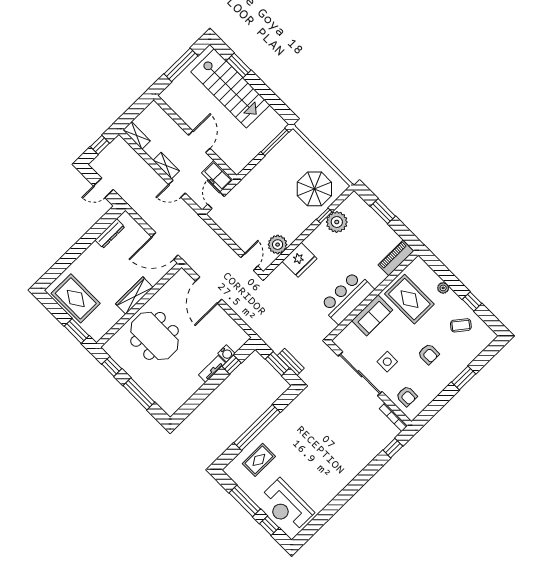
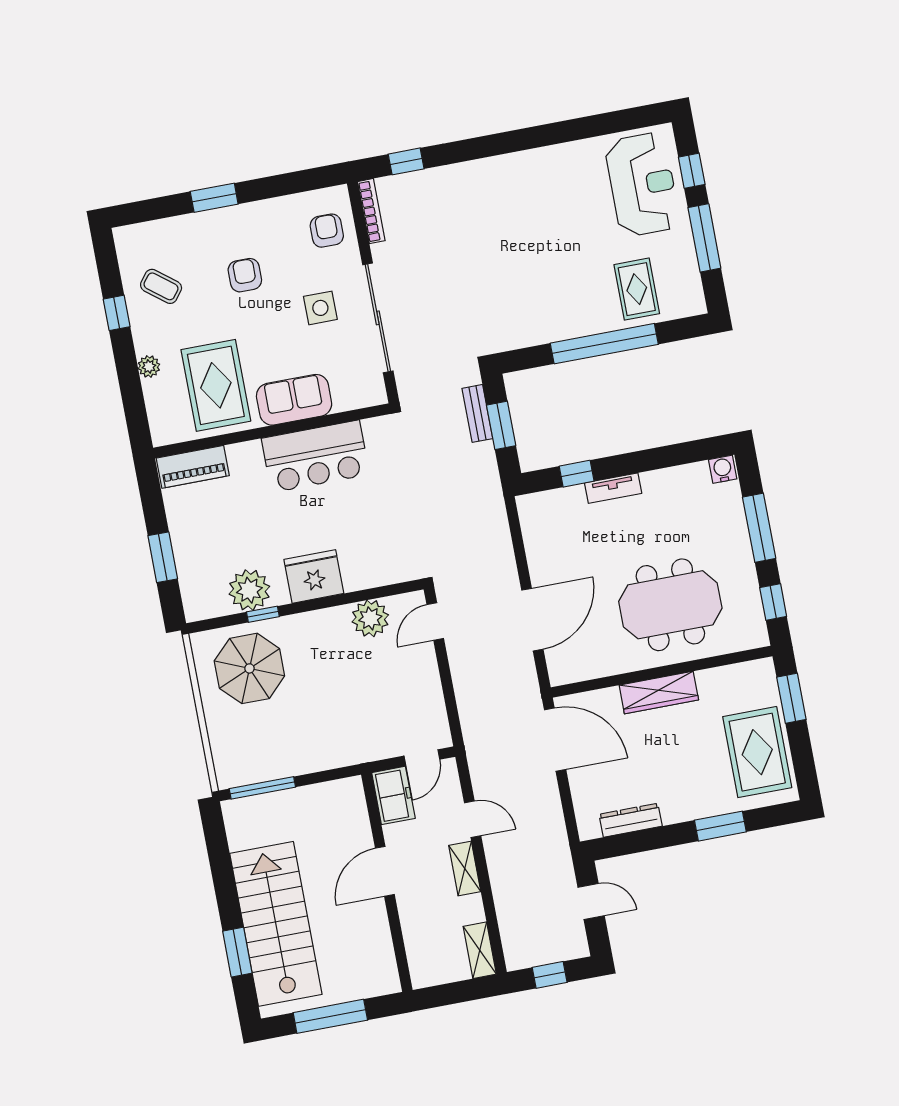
window: (70, 257) -> (720, 826), added
fridge: (300, 260) -> (314, 576), moved
meeting table: (154, 336) -> (670, 605), turned 90
water cooler: (226, 353) -> (723, 469), moved
rug: (259, 460) -> (637, 289), turned 90

